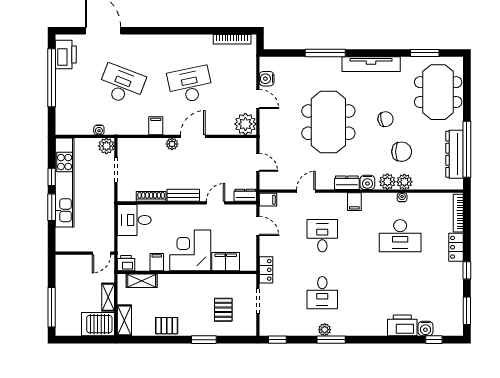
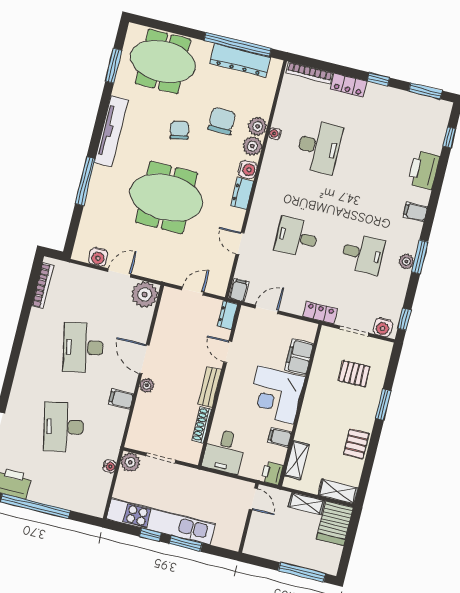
desk: (122, 85) -> (64, 427), turned -33
filing cabinet: (354, 202) -> (415, 212), moved, turned 180
water cooler: (425, 329) -> (383, 327), moved, turned 90

